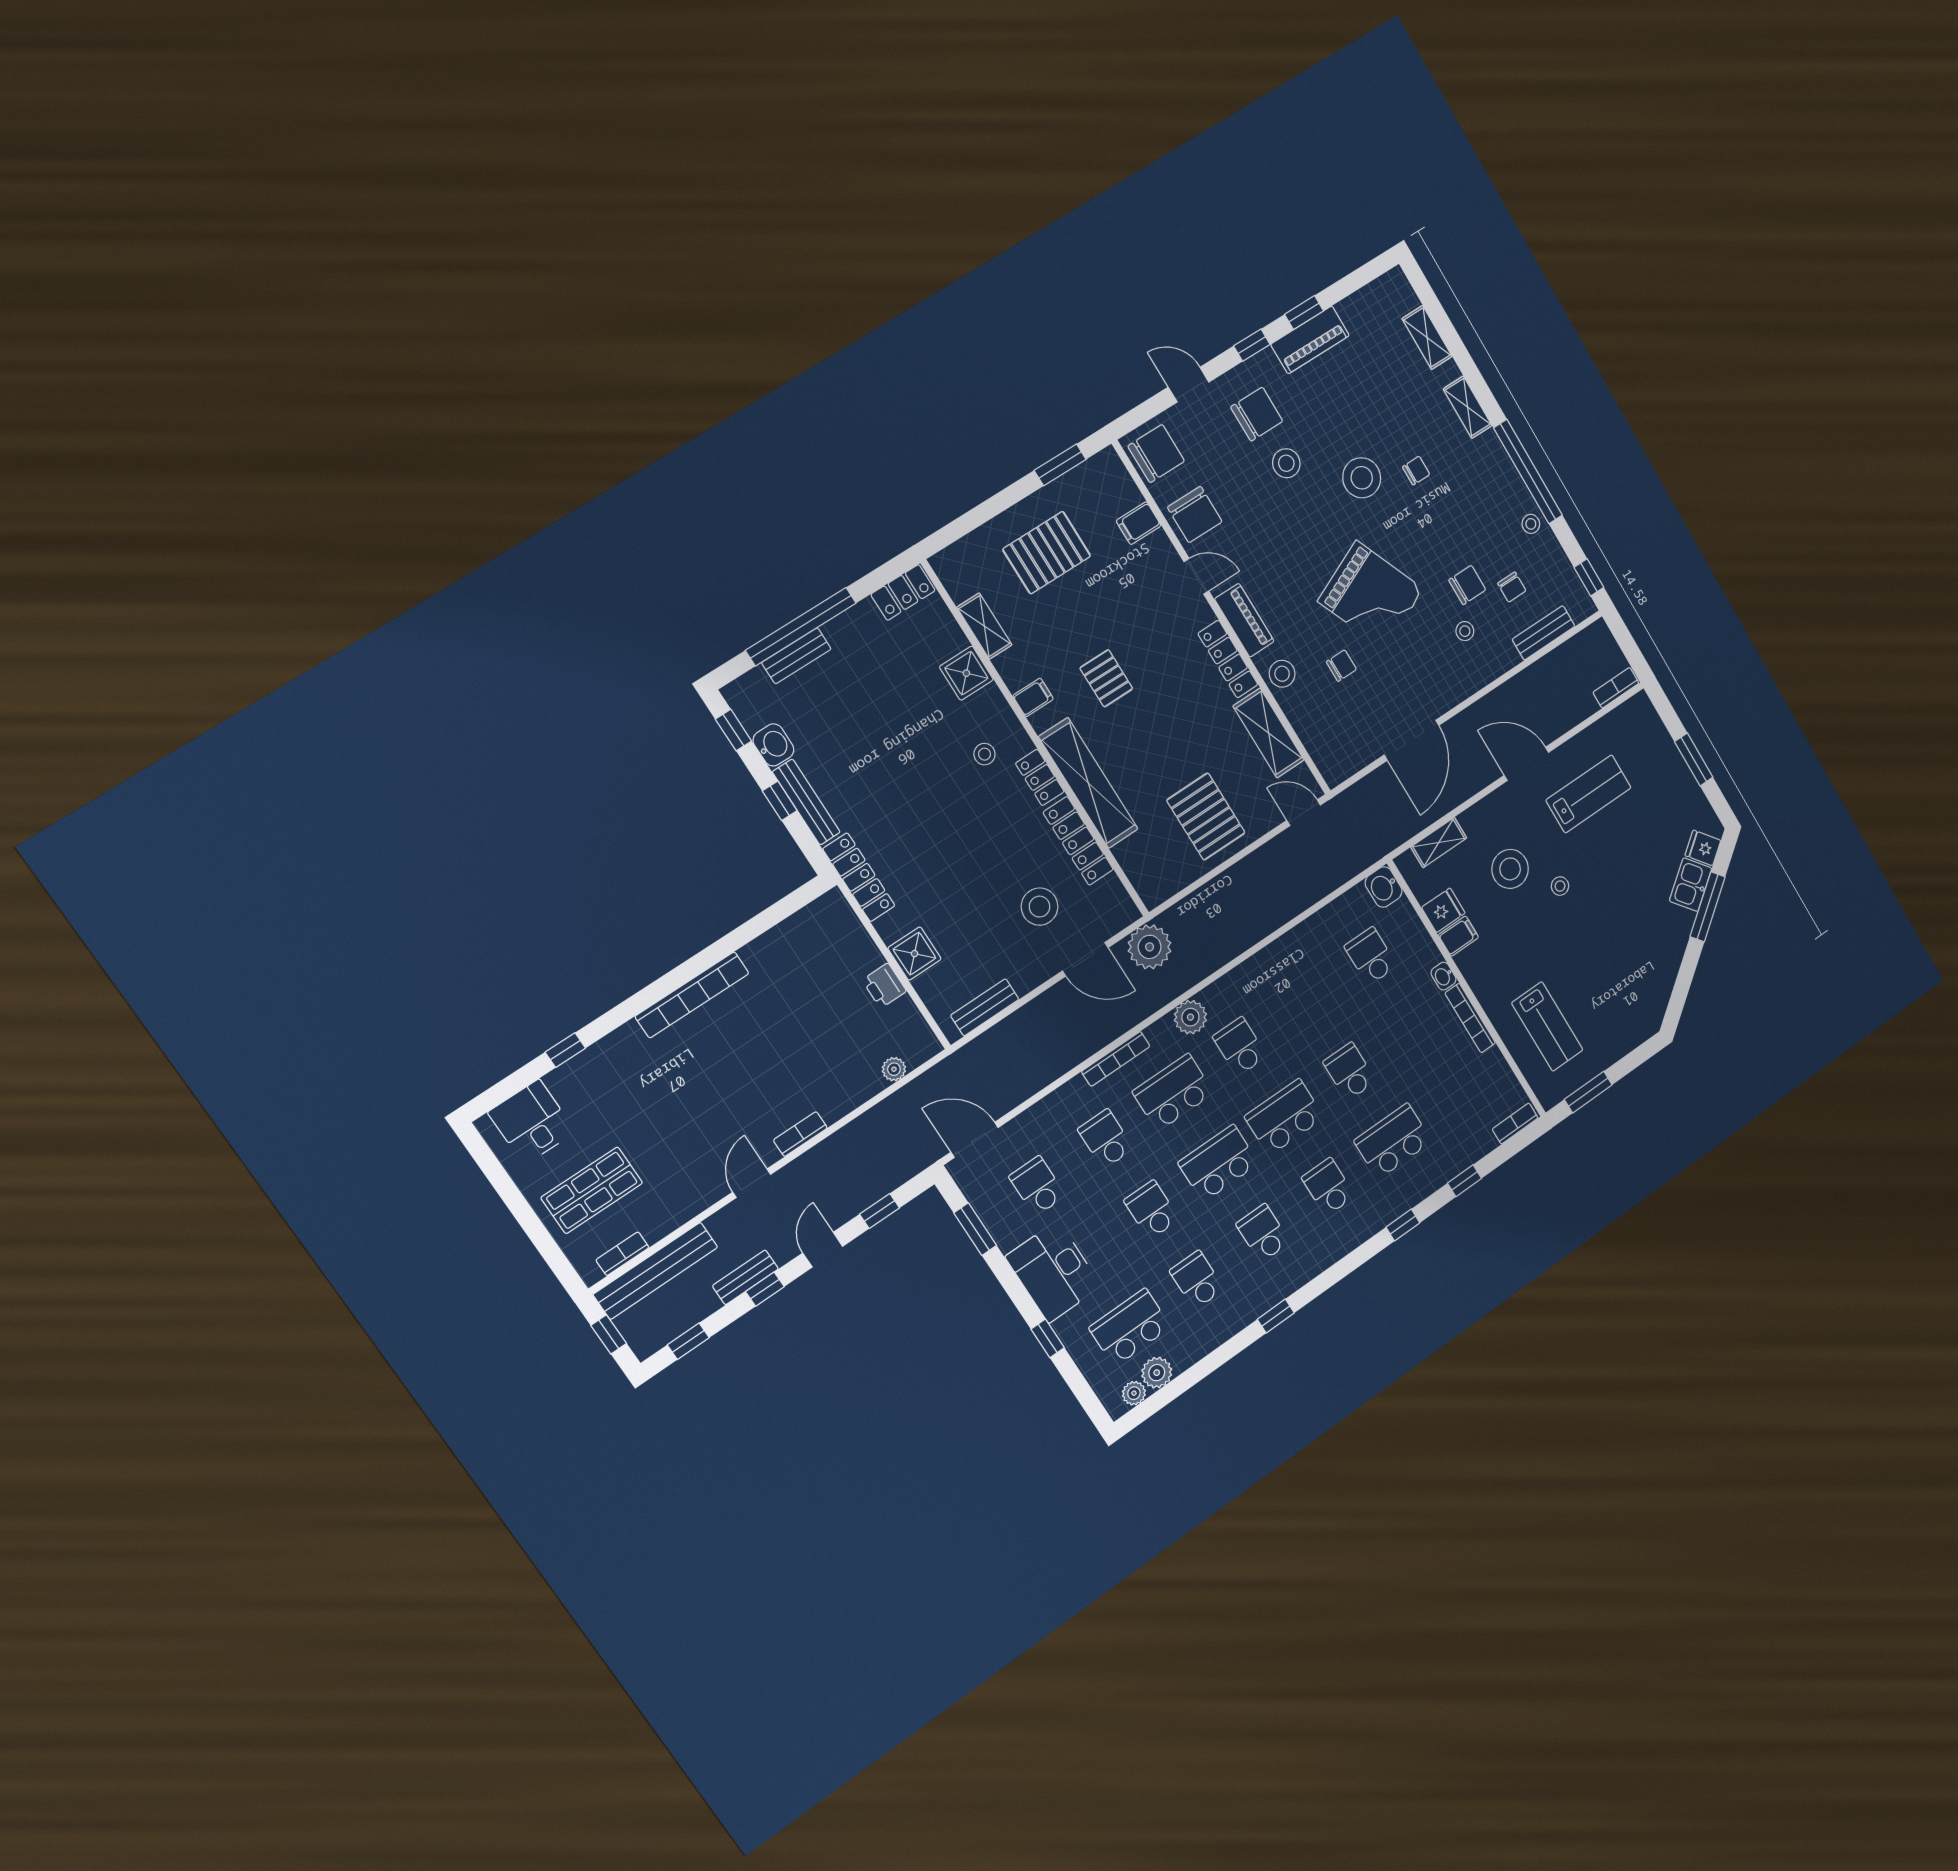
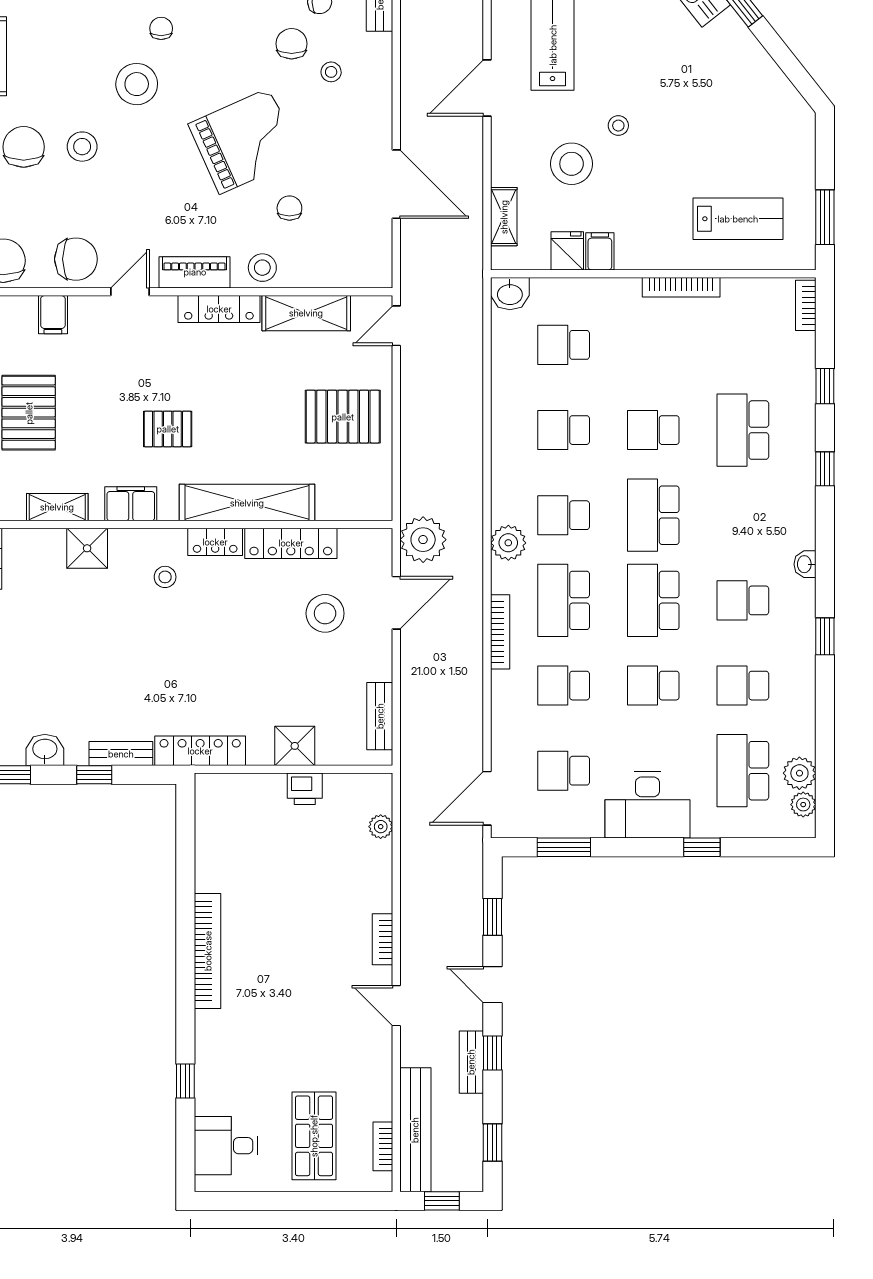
filing cabinet: (1033, 697) -> (131, 504), width x2.00
bench: (806, 802) -> (121, 754), width x0.73
washbasin: (1444, 976) -> (805, 564), moved, turned 90
school desk: (1328, 1187) -> (564, 430), moved

